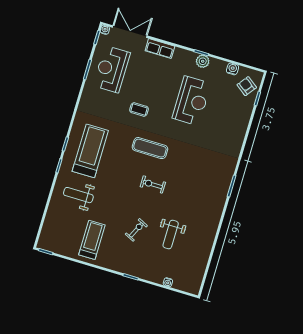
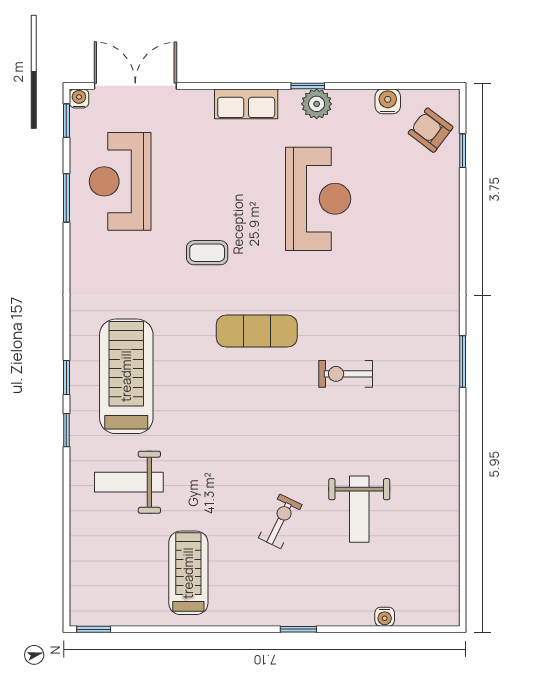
row of seats: (160, 49) -> (246, 104), moved
exercise bike: (153, 184) -> (346, 374), moved

